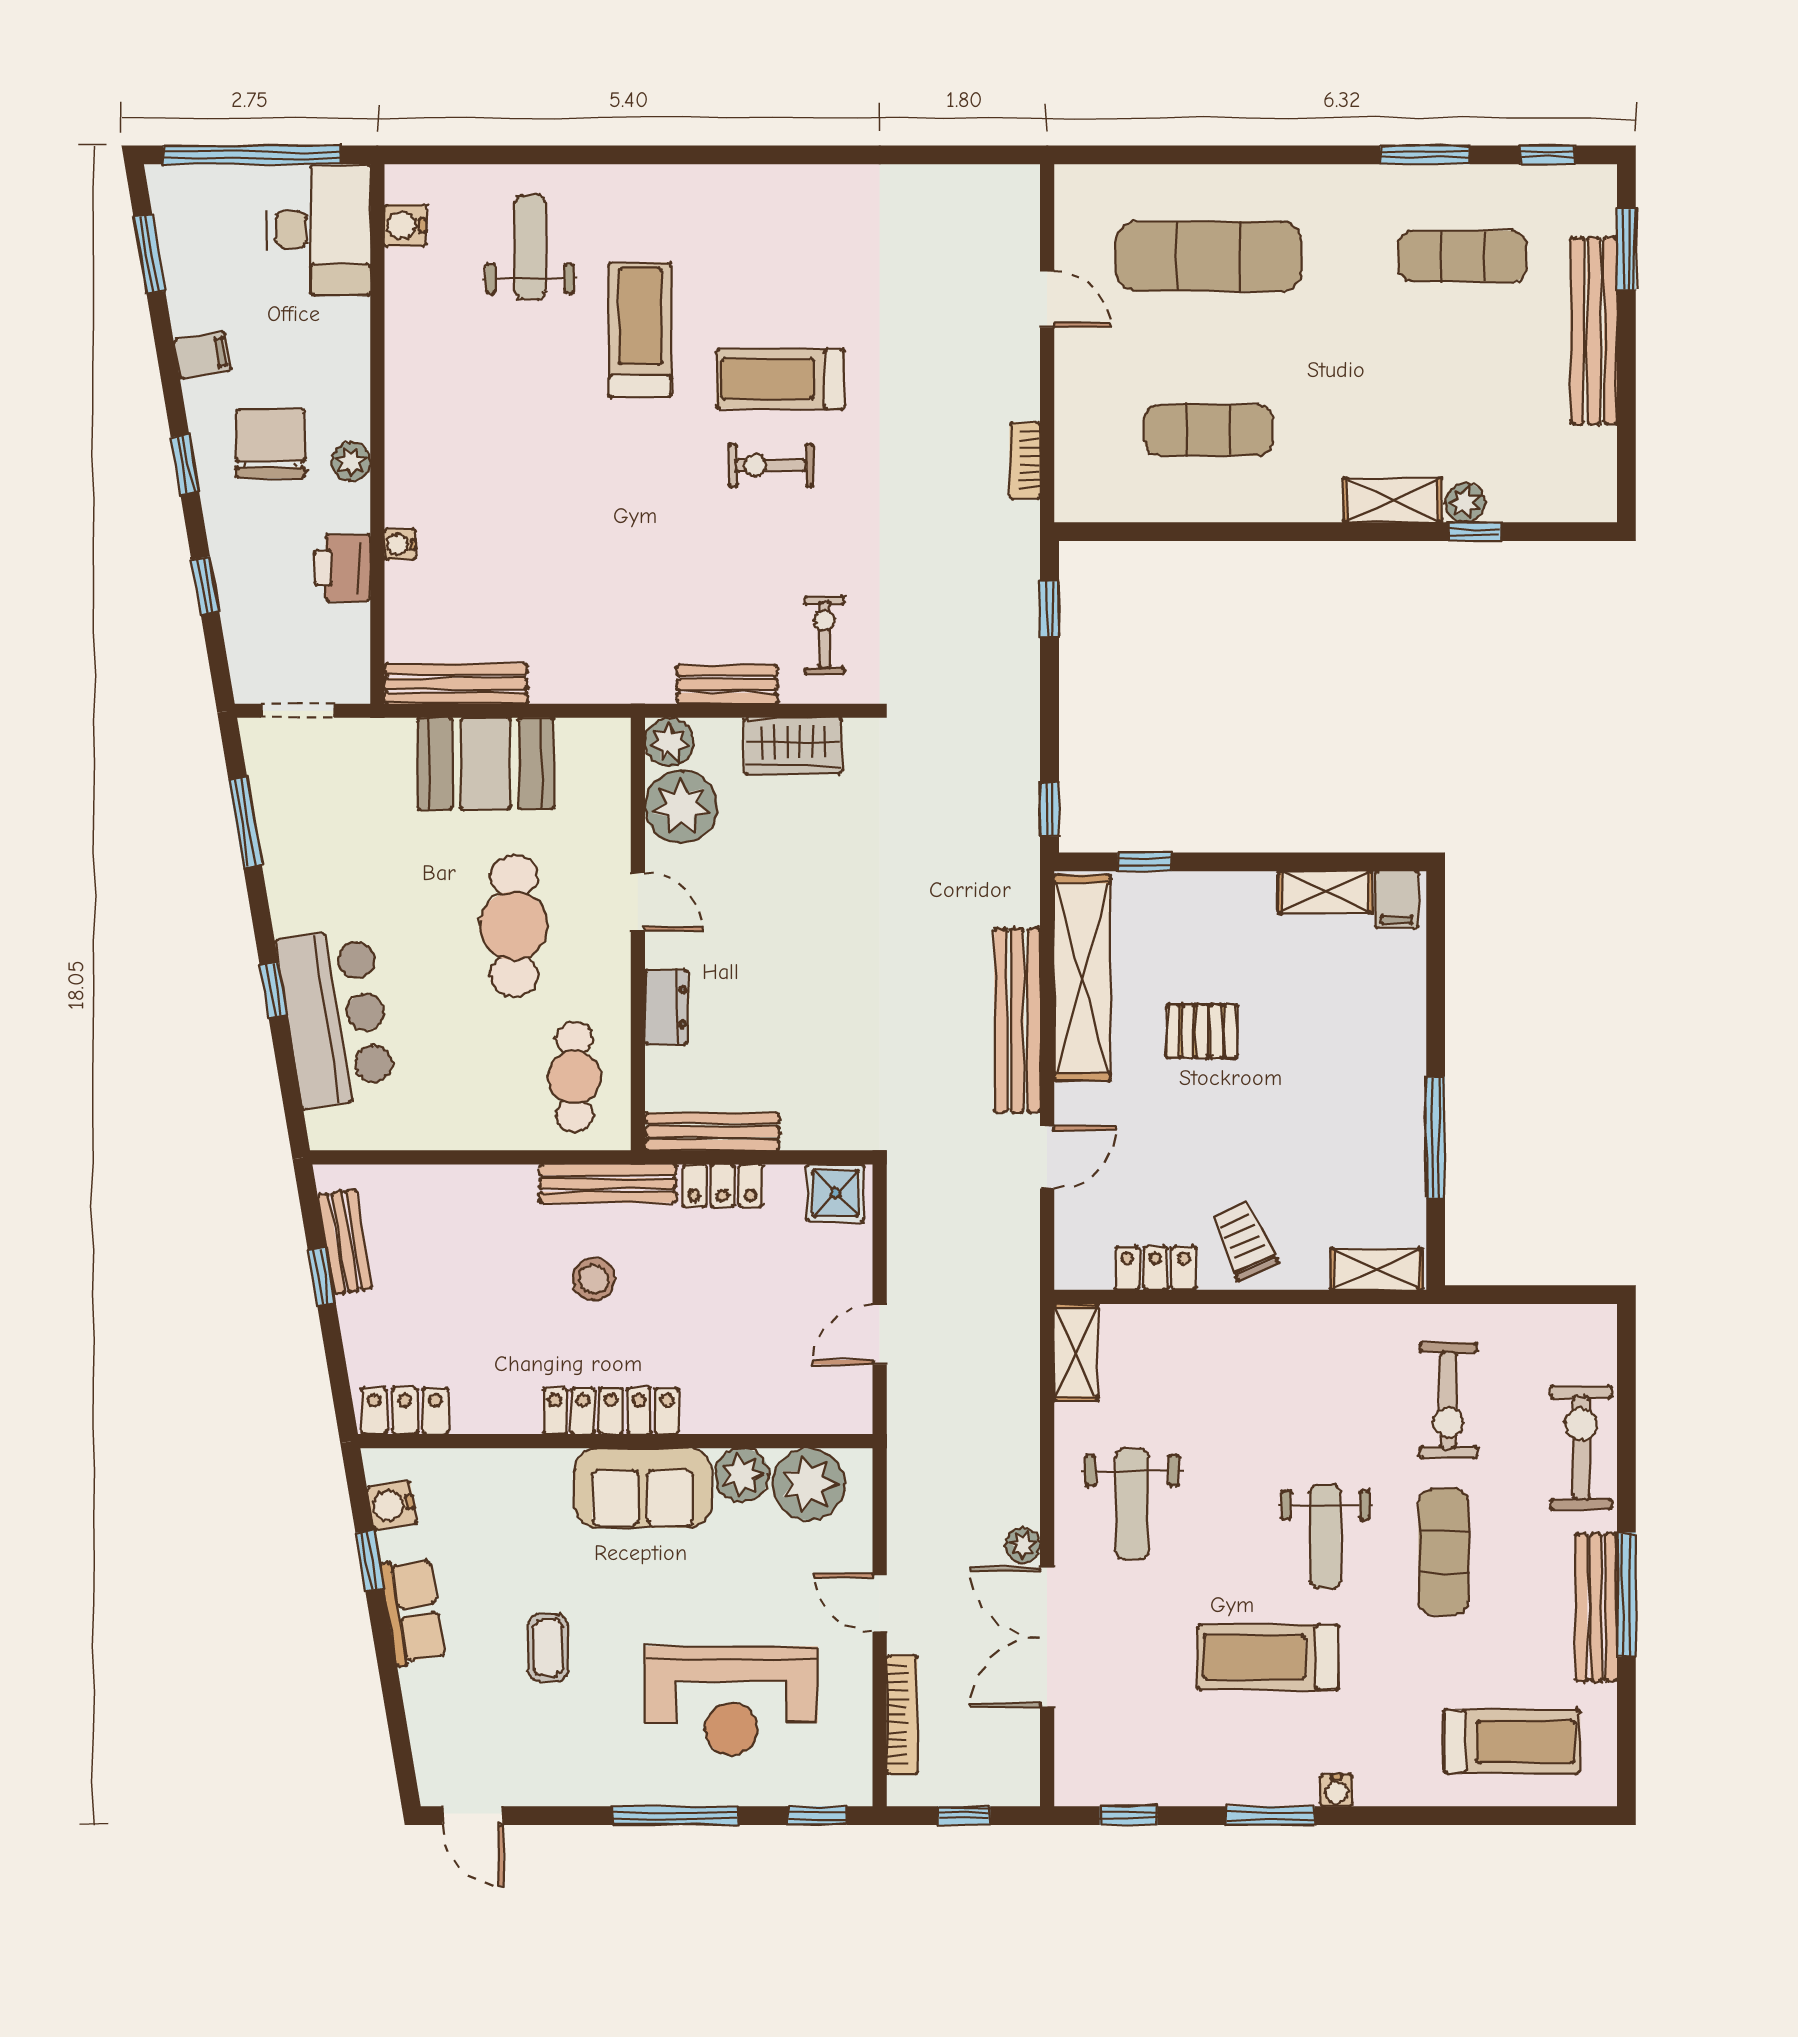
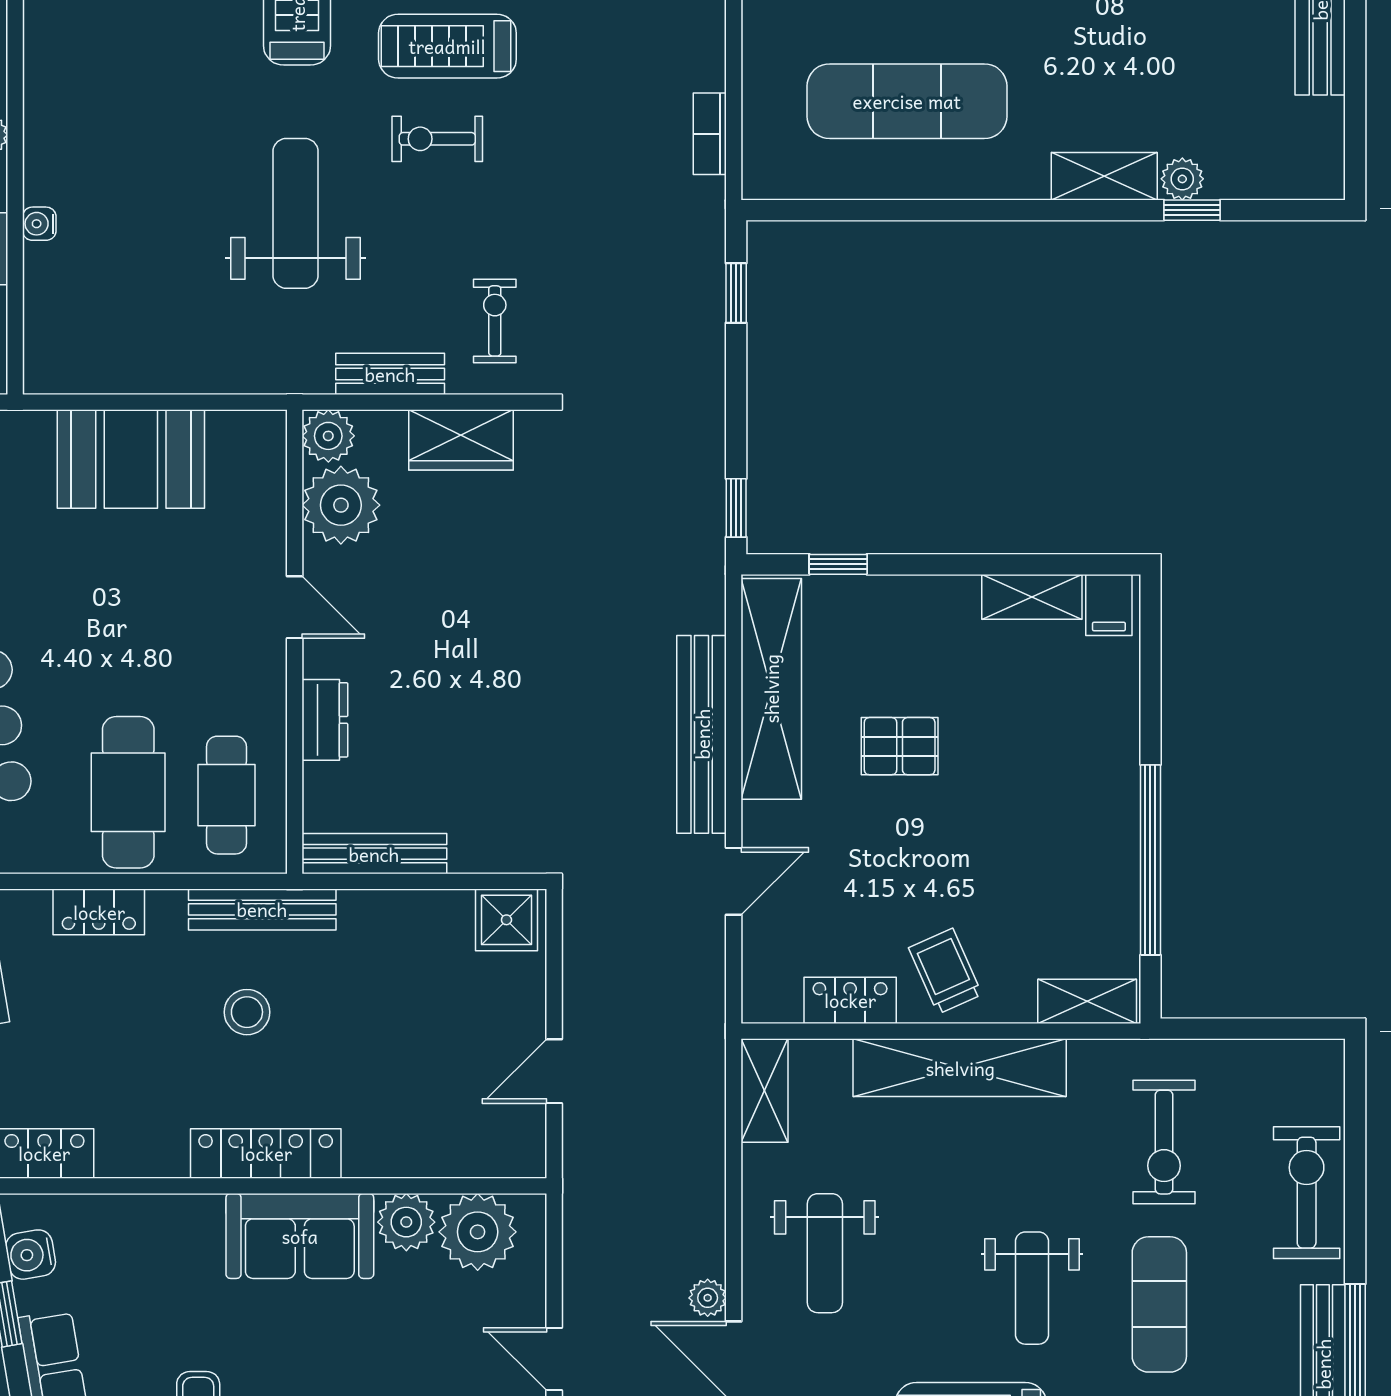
exercise mat: (1209, 430) -> (907, 101), width x1.36, depth x1.45
weight bench: (639, 535) -> (296, 213), added
bench: (456, 684) -> (99, 373), removed
cafe table: (514, 926) -> (128, 792), moved
window: (1436, 1137) -> (1150, 860), width x1.46
locker: (722, 1186) -> (99, 912), moved
shelving: (1258, 1331) -> (960, 1068), added

